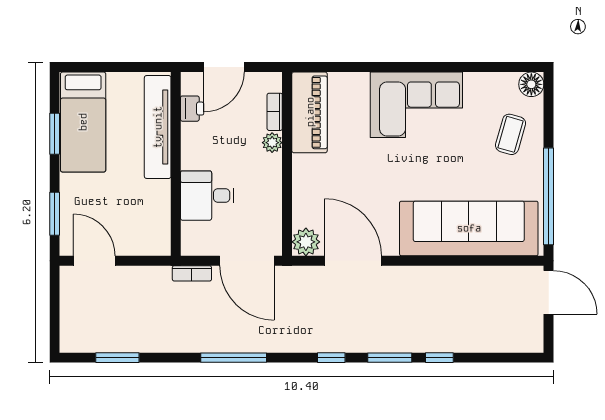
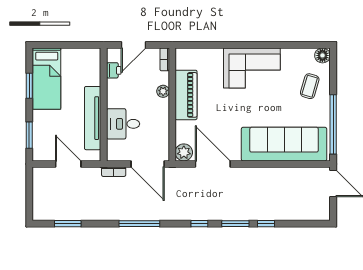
bookcase: (275, 112) -> (165, 59), moved
piano: (310, 112) -> (186, 95), moved
tv unit: (158, 127) -> (93, 118), moved
door: (94, 261) -> (68, 164), moved

